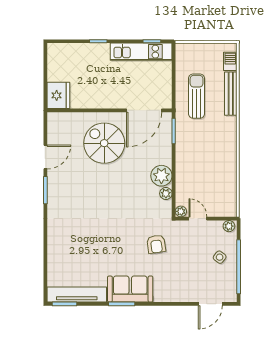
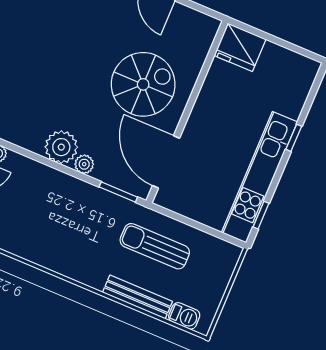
kitchen unit: (141, 52) -> (259, 177), width x1.36
sun lounger: (197, 96) -> (155, 246), turned 180
plant: (166, 193) -> (84, 164), moved

